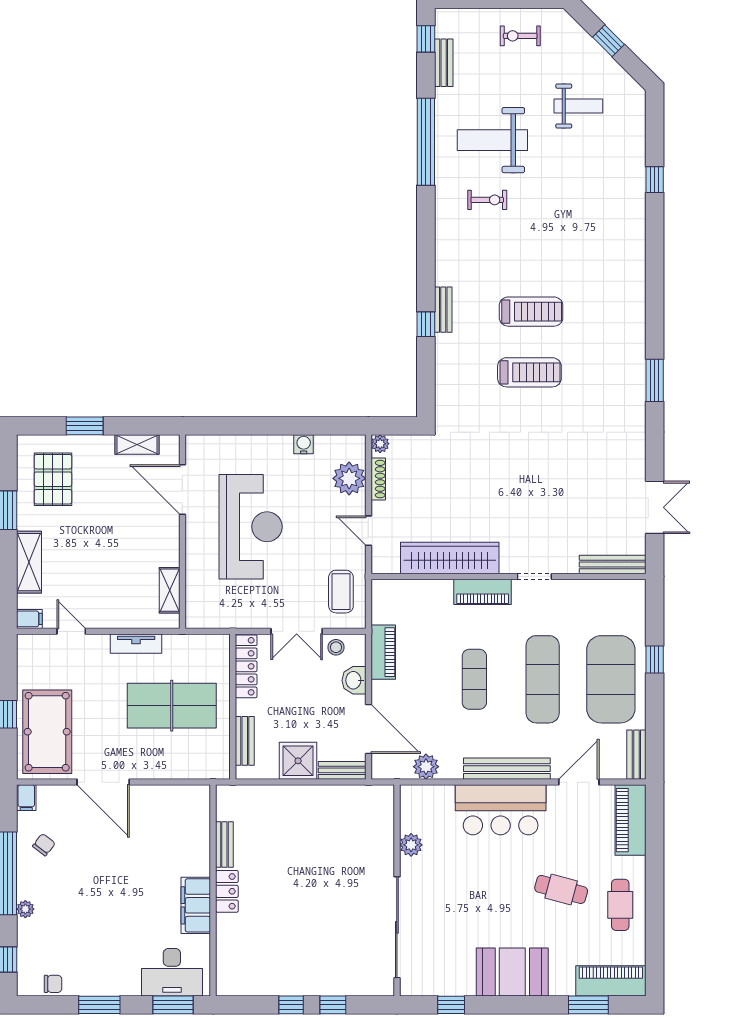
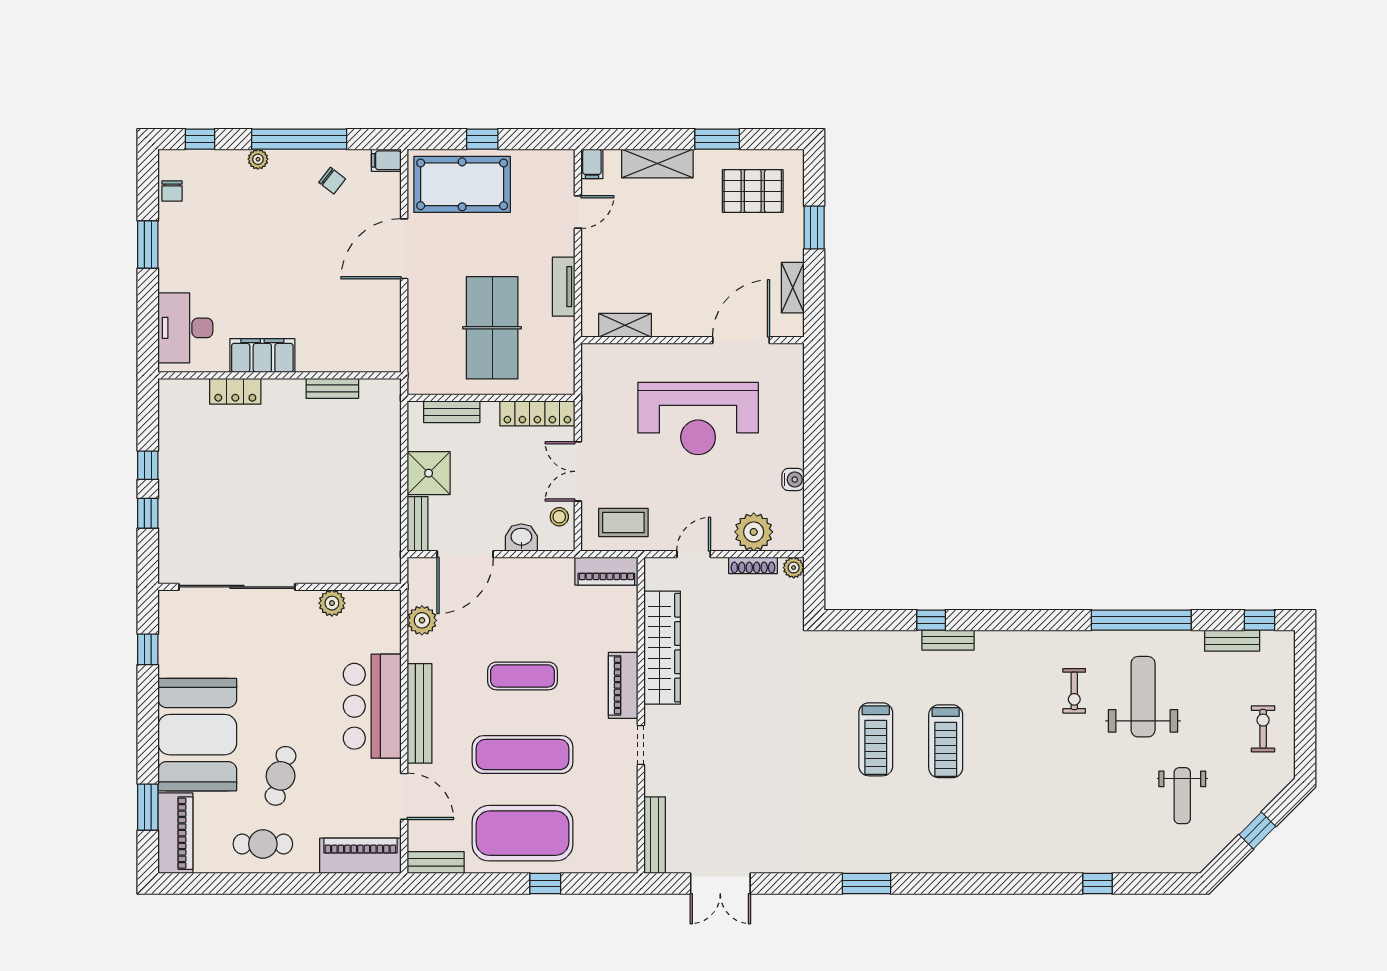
piano: (383, 652) -> (606, 571), moved
locker: (227, 891) -> (235, 391), moved
booth: (512, 972) -> (197, 735), width x1.36, depth x1.42
window: (173, 1005) -> (148, 329), removed

